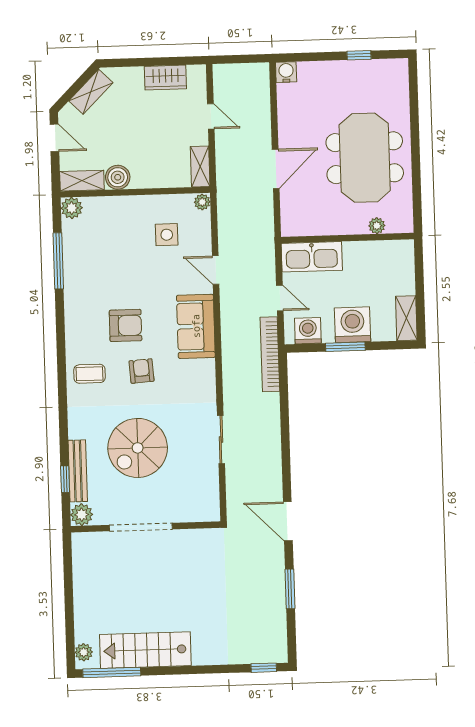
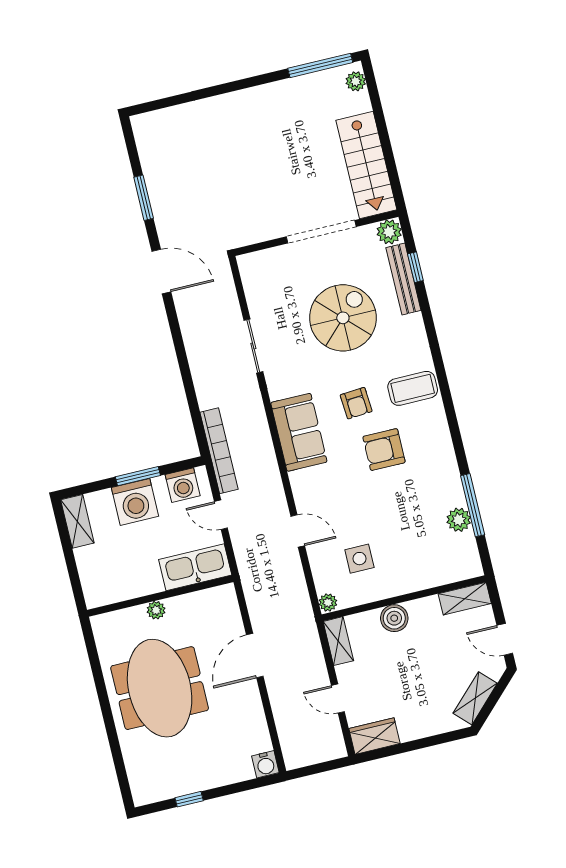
wardrobe: (165, 78) -> (374, 736), moved
boiler: (118, 177) -> (394, 618), moved
plant: (72, 208) -> (459, 520), moved
plant: (377, 226) -> (156, 610), moved
sofa: (196, 326) -> (299, 432), moved
coffee table: (90, 374) -> (413, 388), width x1.36, depth x1.30
stairs: (145, 650) -> (366, 165), moved, turned 90
window: (264, 668) -> (155, 105), removed

